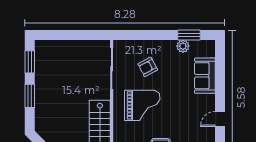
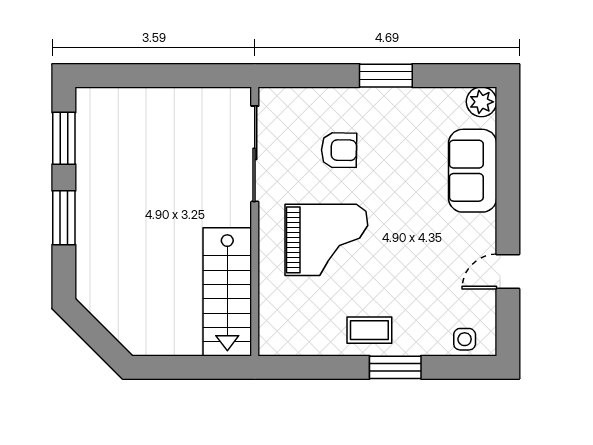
window: (189, 35) -> (386, 76), moved
plant: (183, 46) -> (481, 102), moved
armchair: (148, 67) -> (339, 150), turned -151

